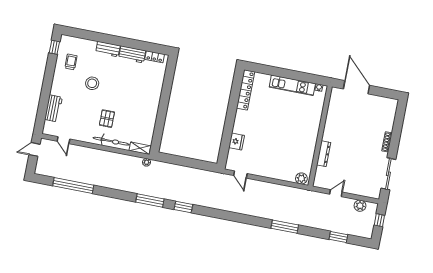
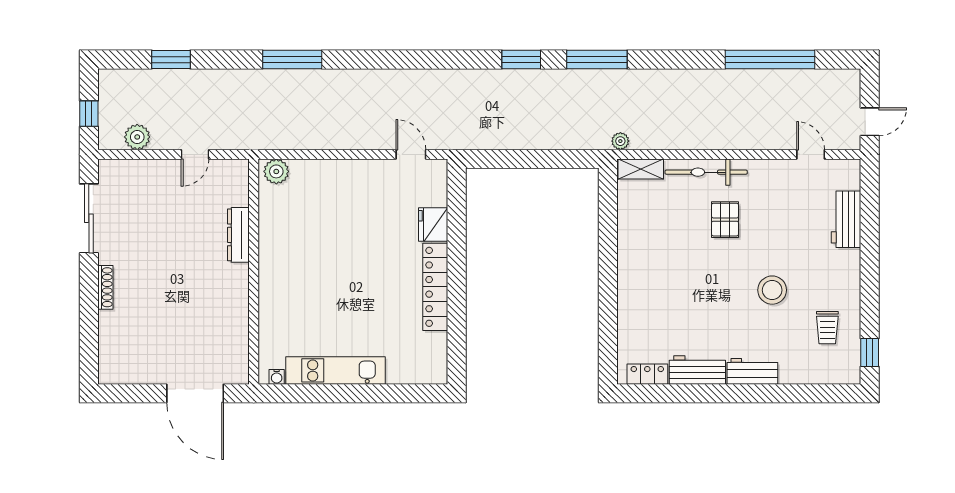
locker: (246, 90) -> (435, 287), moved

